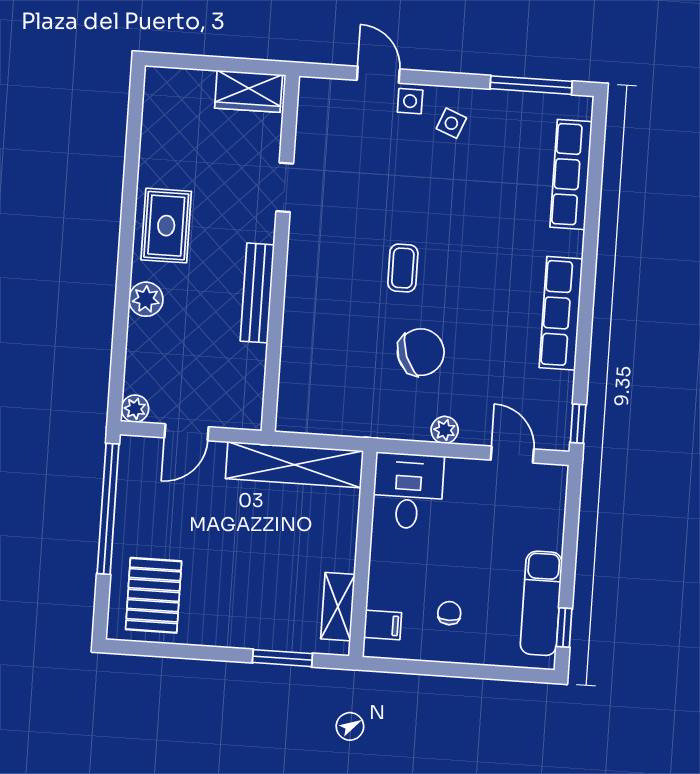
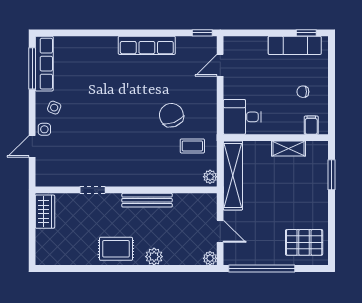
row of seats: (571, 174) -> (44, 64), moved, turned -90
coffee table: (403, 268) -> (192, 146), moved
plant: (445, 430) -> (210, 177), moved
shelving: (338, 607) -> (289, 148), moved

